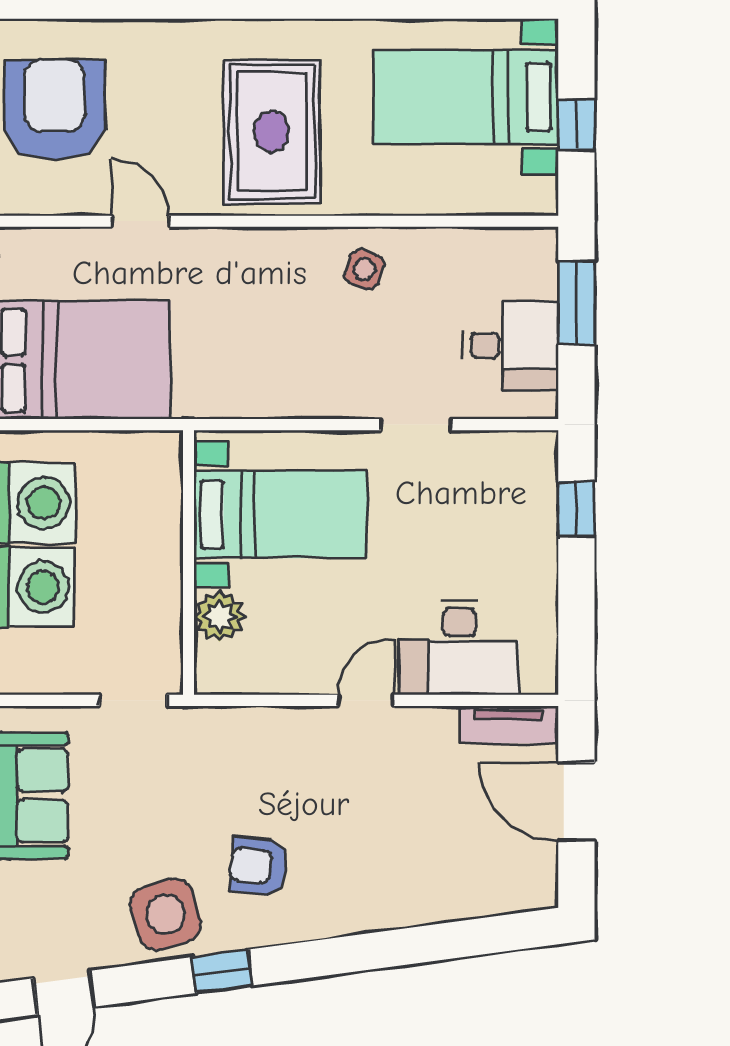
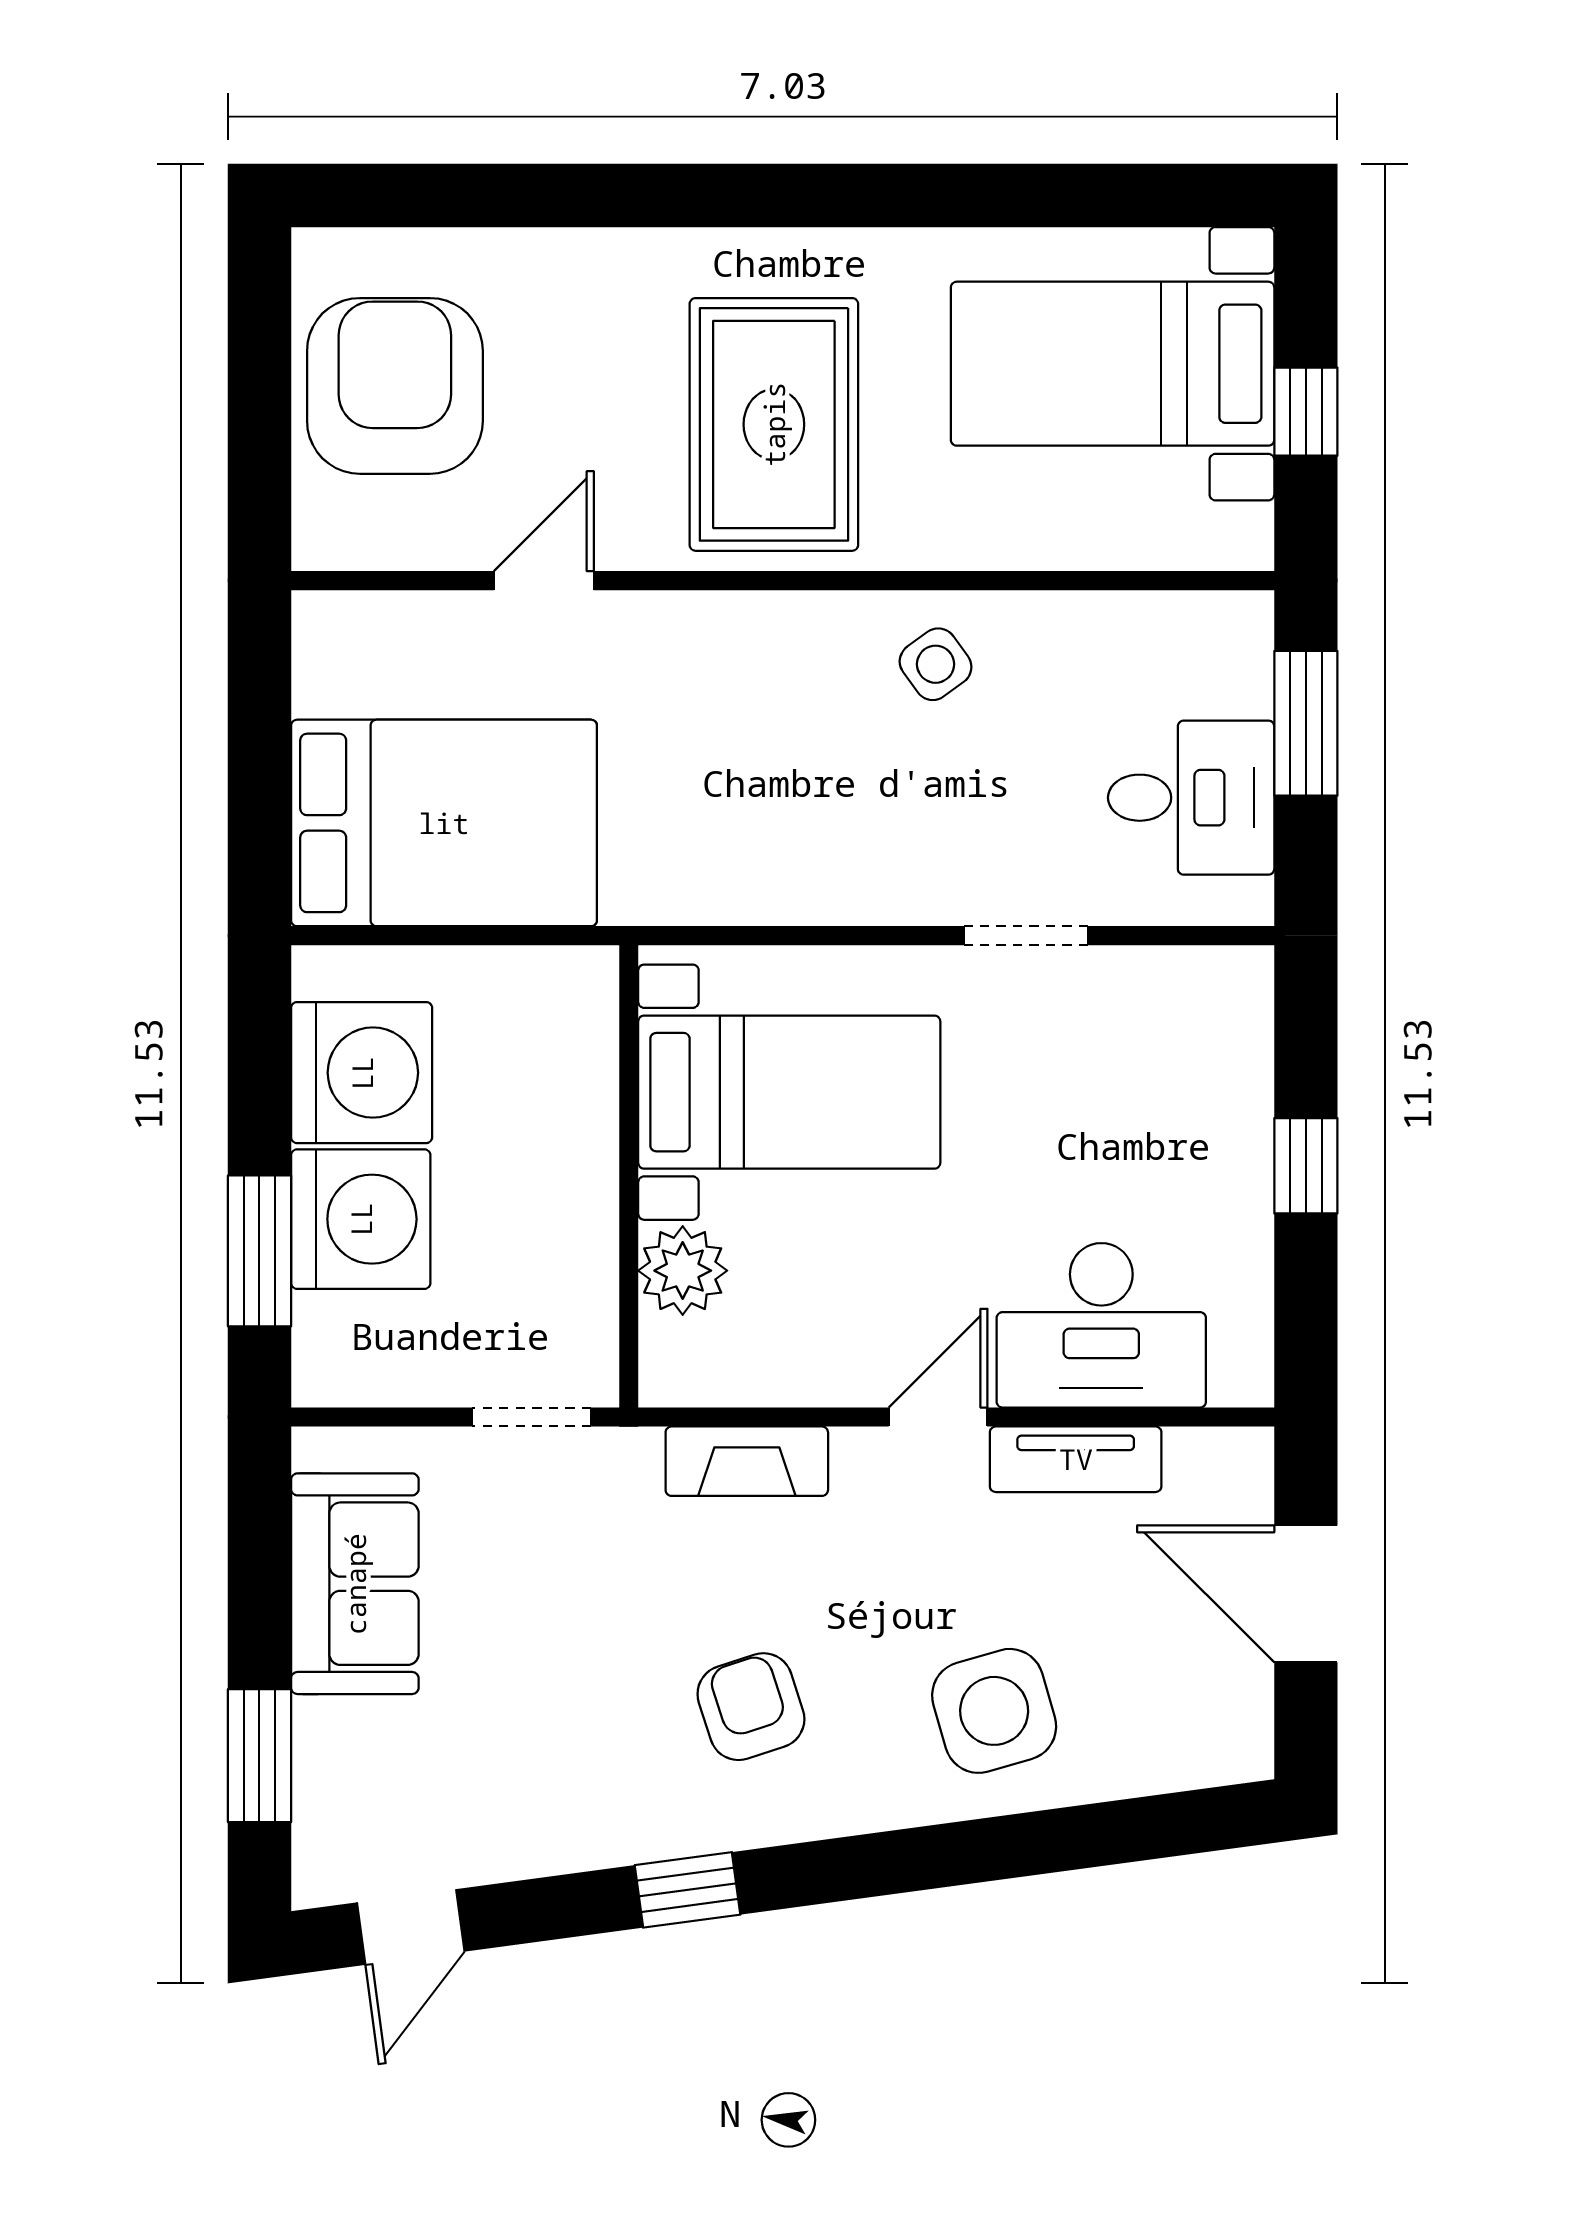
door: (140, 221) -> (544, 581), hinge flipped
side table: (364, 269) -> (936, 664), turned 36
window: (576, 509) -> (1306, 1166), moved
tv unit: (509, 725) -> (1076, 1459), moved
fireplace: (256, 726) -> (747, 1461), added
armchair: (259, 866) -> (751, 1707), turned 67
side table: (166, 914) -> (994, 1711), moved

